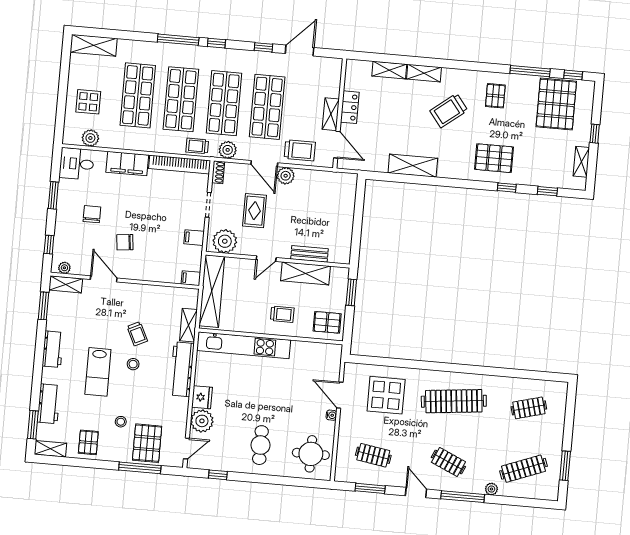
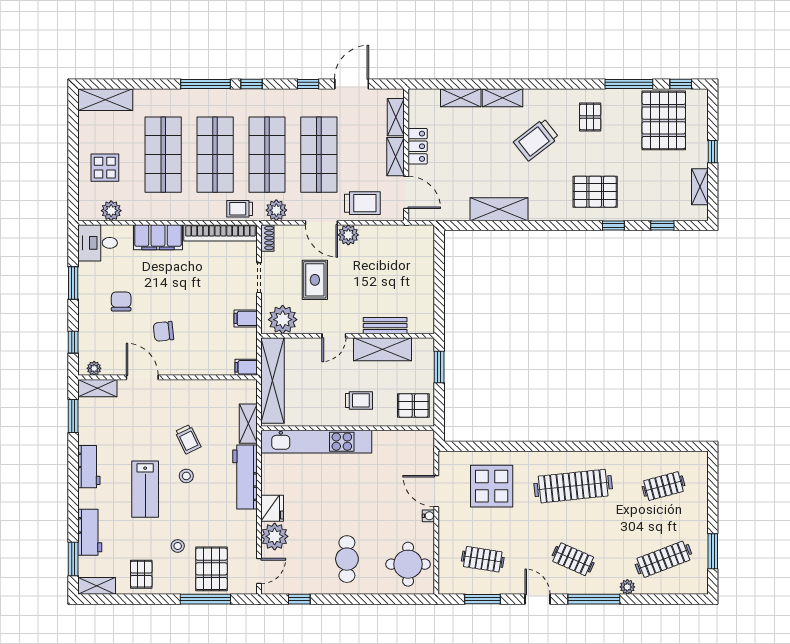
shelving: (334, 81) -> (396, 117), added

